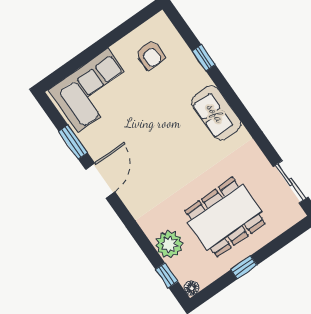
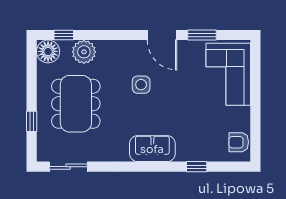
armchair: (150, 55) -> (239, 142), moved
side table: (162, 167) -> (141, 85), added
window: (244, 267) -> (32, 121), moved
floor lamp: (192, 288) -> (48, 51), width x1.89, depth x1.89

